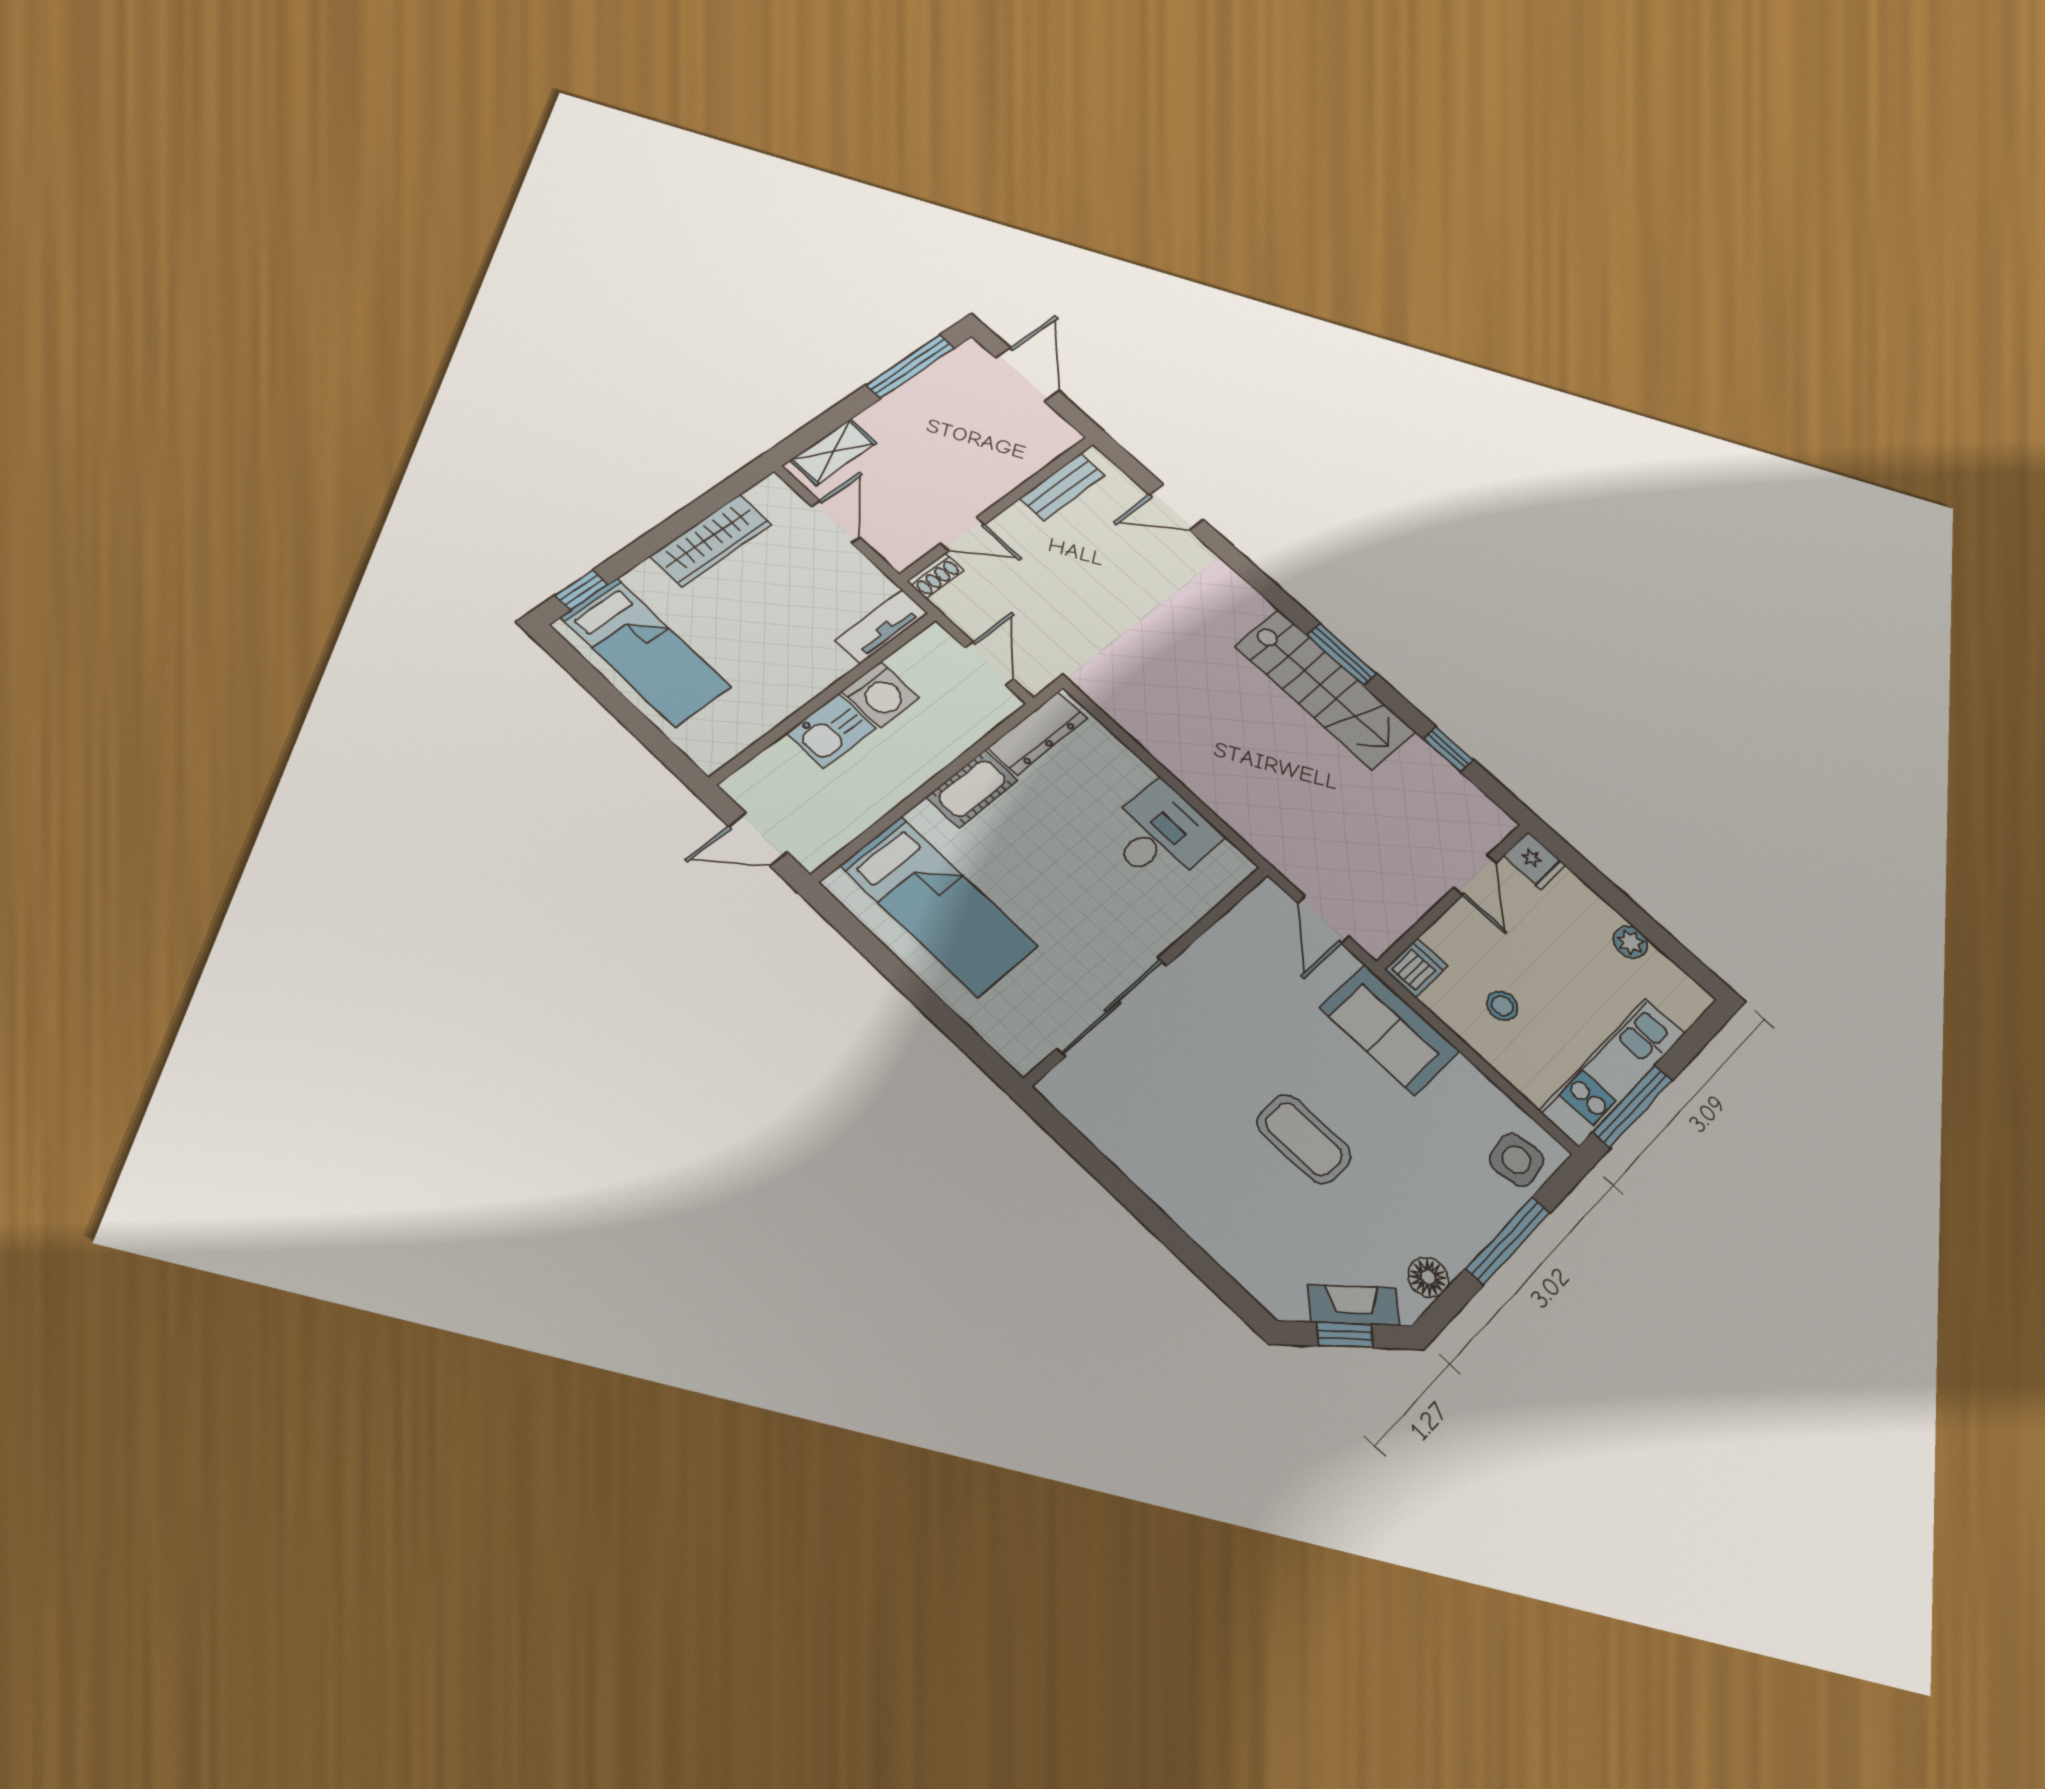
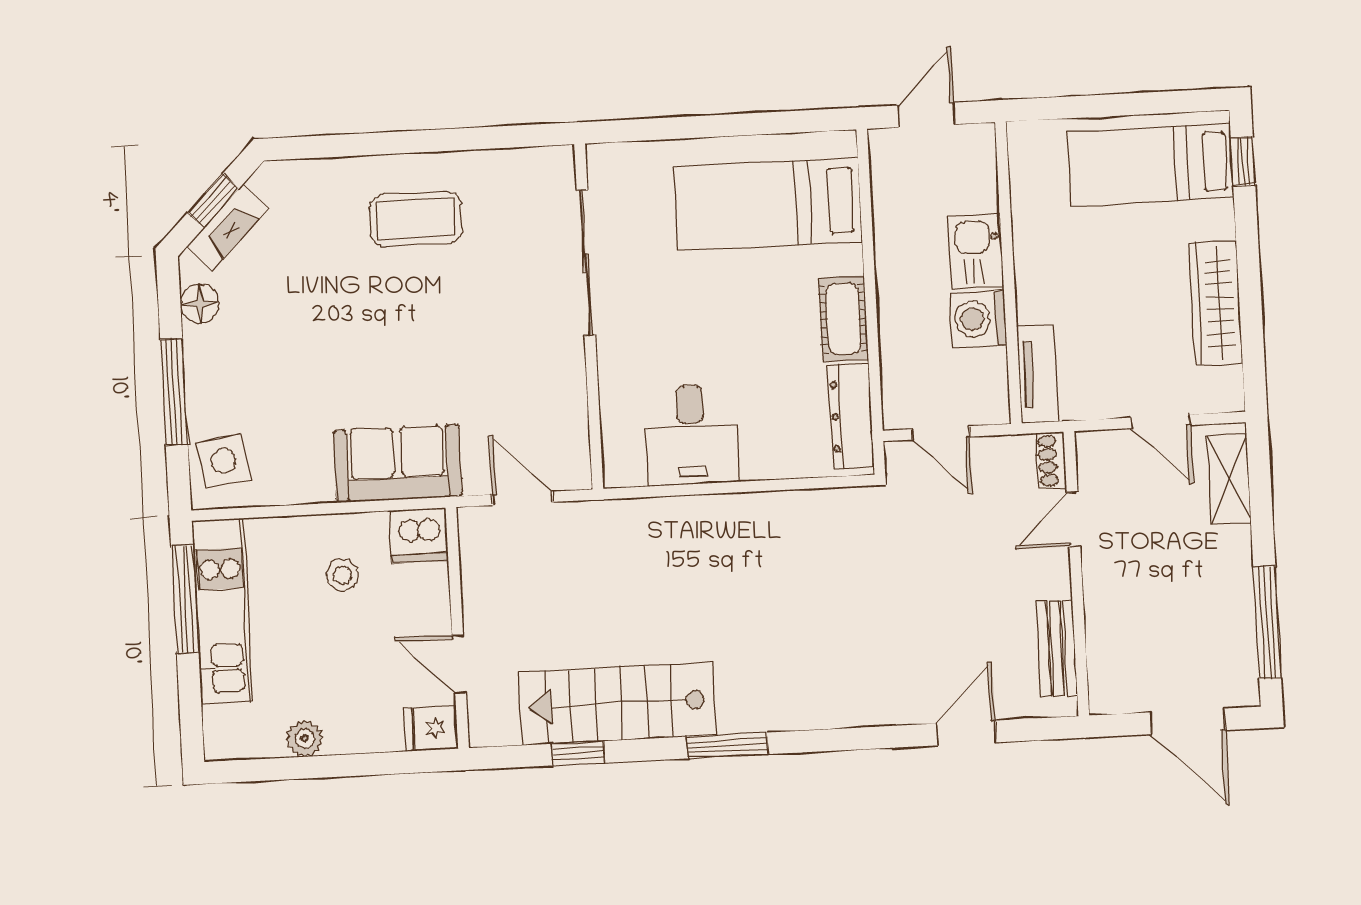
stairs: (1325, 689) -> (618, 704), moved
dishwasher: (1416, 968) -> (419, 536), width x1.38
coffee table: (1304, 1139) -> (416, 219), moved

